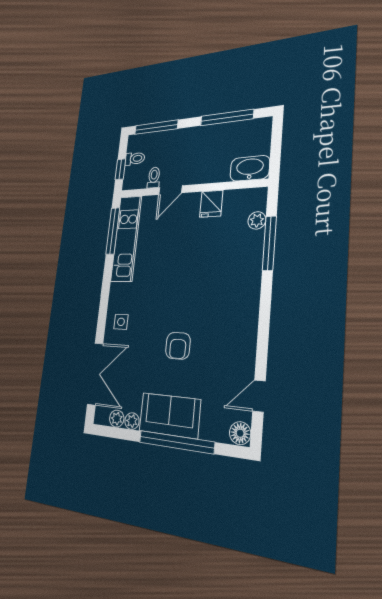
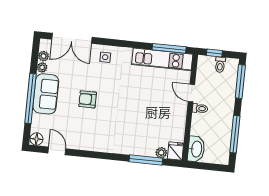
toilet: (154, 177) -> (200, 108), moved
fridge: (211, 204) -> (175, 151), moved, turned 90

